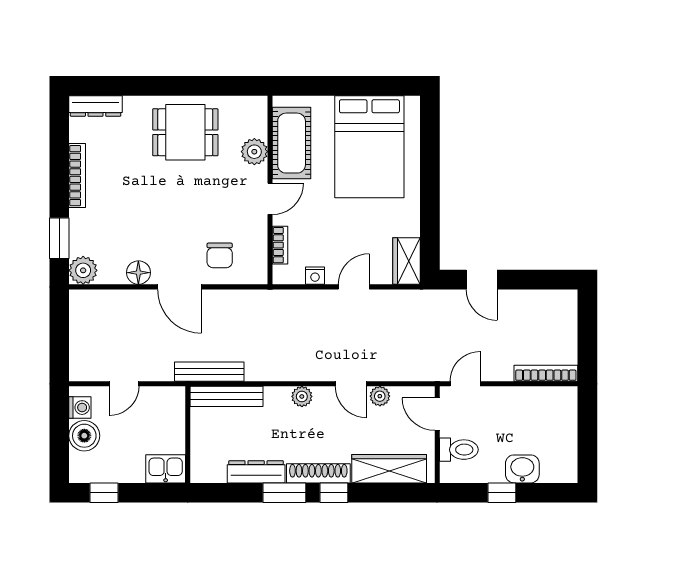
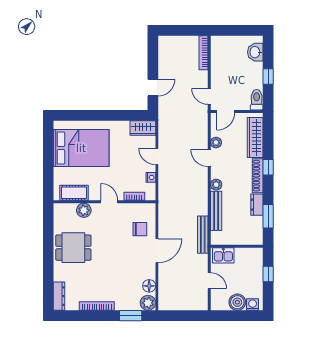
dining table: (185, 132) -> (73, 248), turned 90
cot: (292, 143) -> (74, 193), width x0.73, depth x0.75
floor lamp: (138, 273) -> (149, 286), moved
door: (351, 384) -> (209, 158), swing flipped
bench: (226, 396) -> (216, 211), moved
washing machine: (80, 408) -> (253, 305), moved
toilet: (459, 450) -> (257, 100), moved
kitchen sink: (166, 469) -> (223, 255), moved, turned -90
washbasin: (522, 469) -> (255, 52), moved
dresser: (256, 472) -> (257, 205), width x0.70
window: (104, 493) -> (268, 274), moved
window: (284, 493) -> (268, 216), moved

